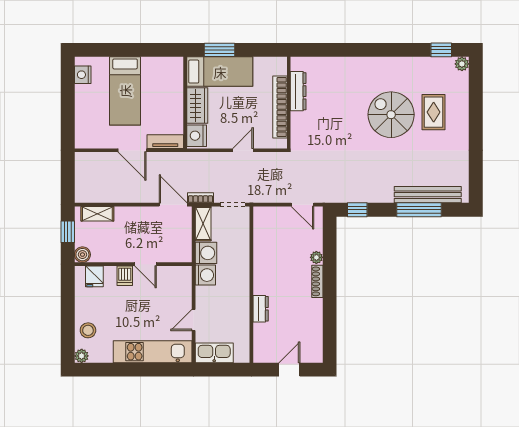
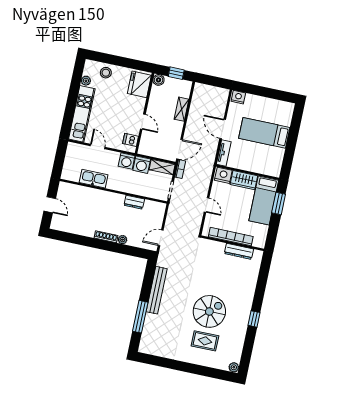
window: (441, 50) -> (254, 319), moved
nightstand: (83, 75) -> (238, 97), moved
door: (132, 150) -> (223, 129), hinge flipped
bench: (428, 195) -> (157, 290), moved
window: (357, 210) -> (149, 275), removed
shelving: (97, 214) -> (181, 109), moved
door: (146, 264) -> (143, 122), swing flipped
fridge: (94, 276) -> (139, 84), width x1.88, depth x1.34
dishwasher: (125, 276) -> (131, 140), moved
dresser: (261, 309) -> (134, 202), moved
kitchen sink: (214, 353) -> (94, 179), moved, turned -90
plant: (82, 356) -> (86, 81), moved

